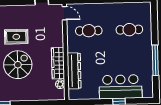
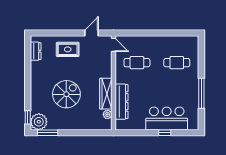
rug: (16, 37) -> (68, 49), moved

